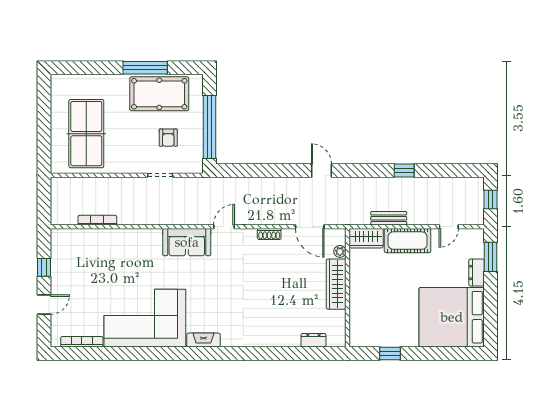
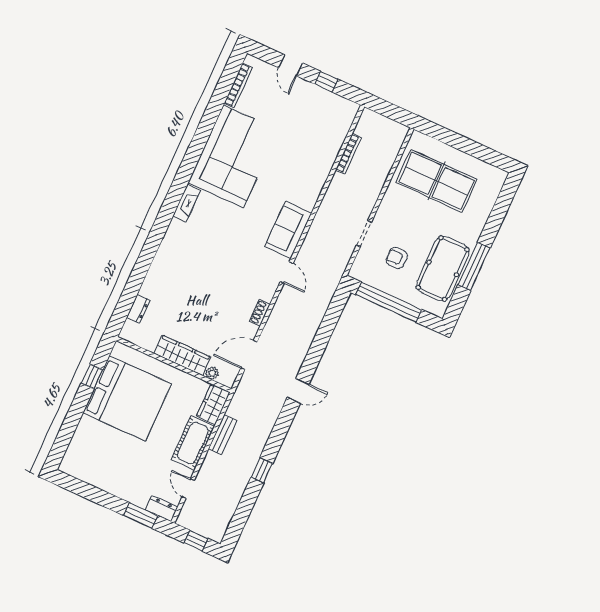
dresser: (476, 272) -> (161, 509), moved
bed: (452, 317) -> (127, 398), moved, turned 90

